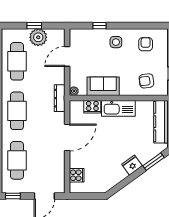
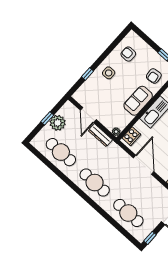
sofa: (103, 86) -> (138, 101), moved
dresser: (60, 98) -> (100, 135), moved
cooker: (92, 107) -> (131, 136), moved

